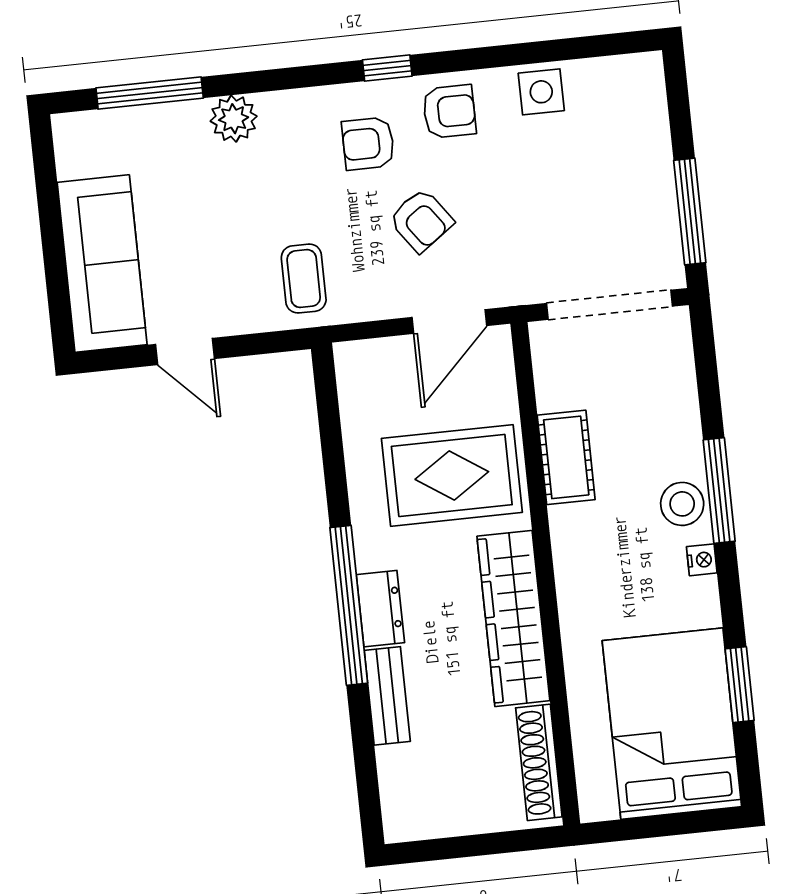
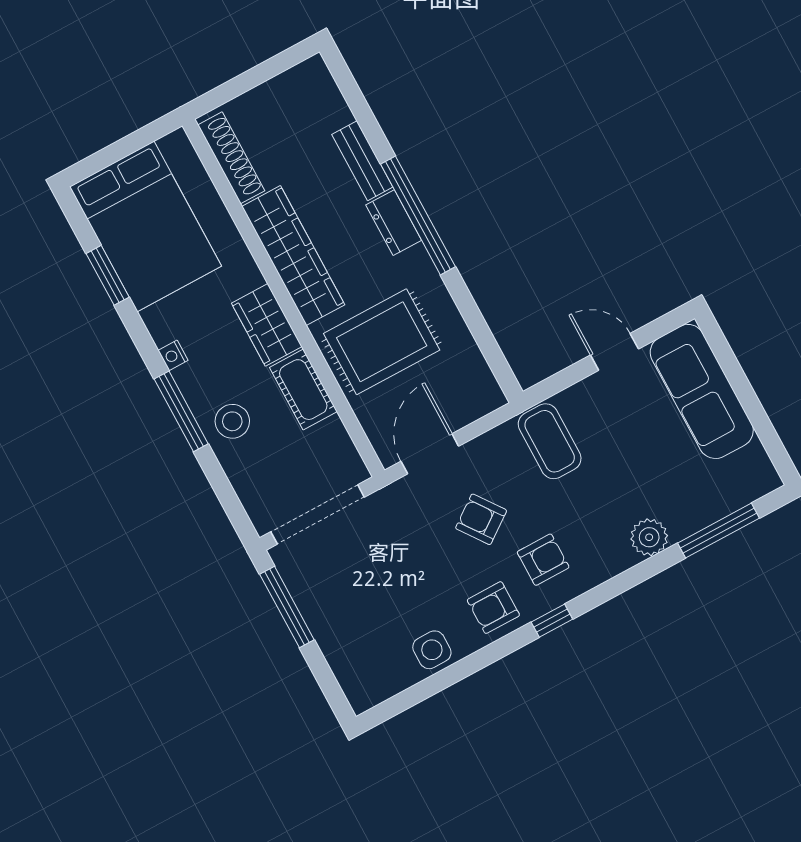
coffee table: (304, 279) -> (550, 441), width x1.36, depth x1.30
stool: (682, 504) -> (232, 421), moved
wardrobe: (578, 550) -> (267, 325), added

